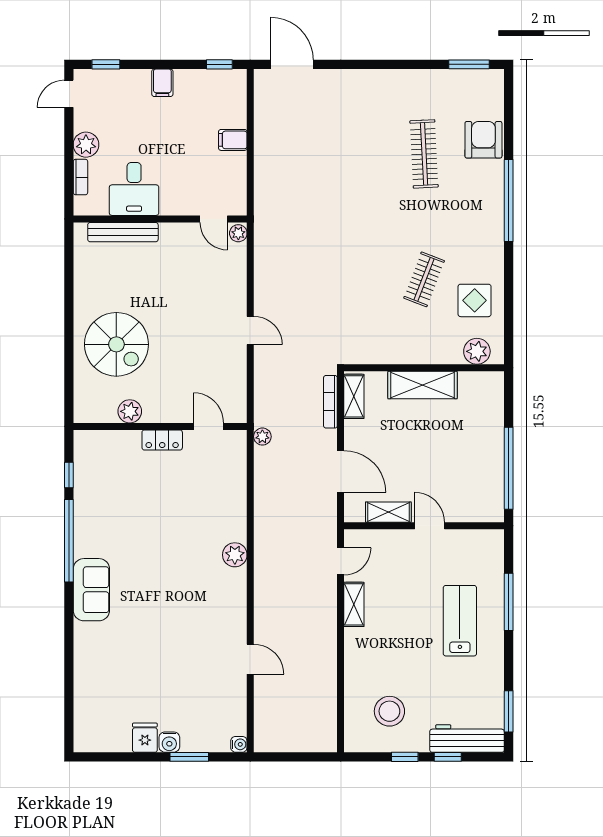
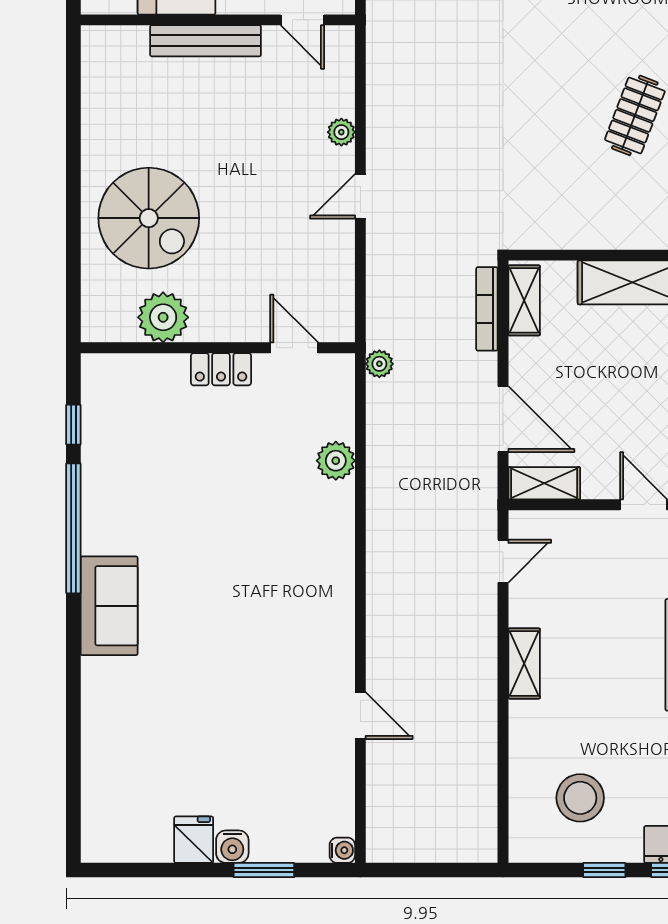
bench: (123, 232) -> (206, 41), moved
plant: (238, 233) -> (341, 132), moved
door: (250, 330) -> (360, 196), swing flipped
plant: (130, 411) -> (163, 317), width x1.36, depth x1.36
shelving: (388, 512) -> (544, 483), moved
plant: (235, 555) -> (336, 461), moved
shelving: (354, 604) -> (524, 663), moved

